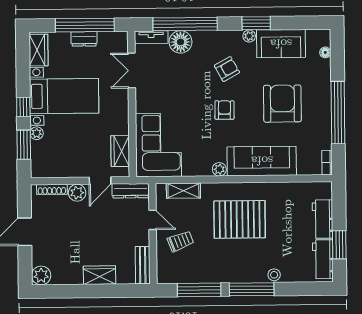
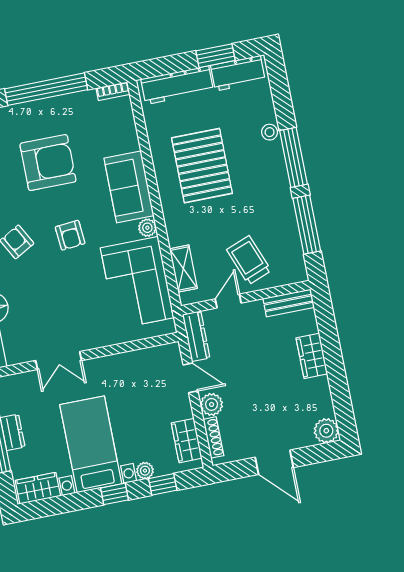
double door: (132, 71) -> (59, 361), moved
armchair: (282, 104) -> (48, 163), turned 180
armchair: (224, 110) -> (70, 235), turned -96
window: (24, 145) -> (163, 484), width x0.67
corner sofa: (158, 145) -> (137, 283), moved, turned -90
wardrobe: (120, 151) -> (187, 441), moved, turned 90
sofa: (262, 161) -> (129, 187), width x0.73
pallet: (240, 219) -> (202, 166), moved
workbench: (323, 219) -> (177, 85), width x1.38
trolley: (180, 241) -> (249, 260), width x1.36, depth x1.39

